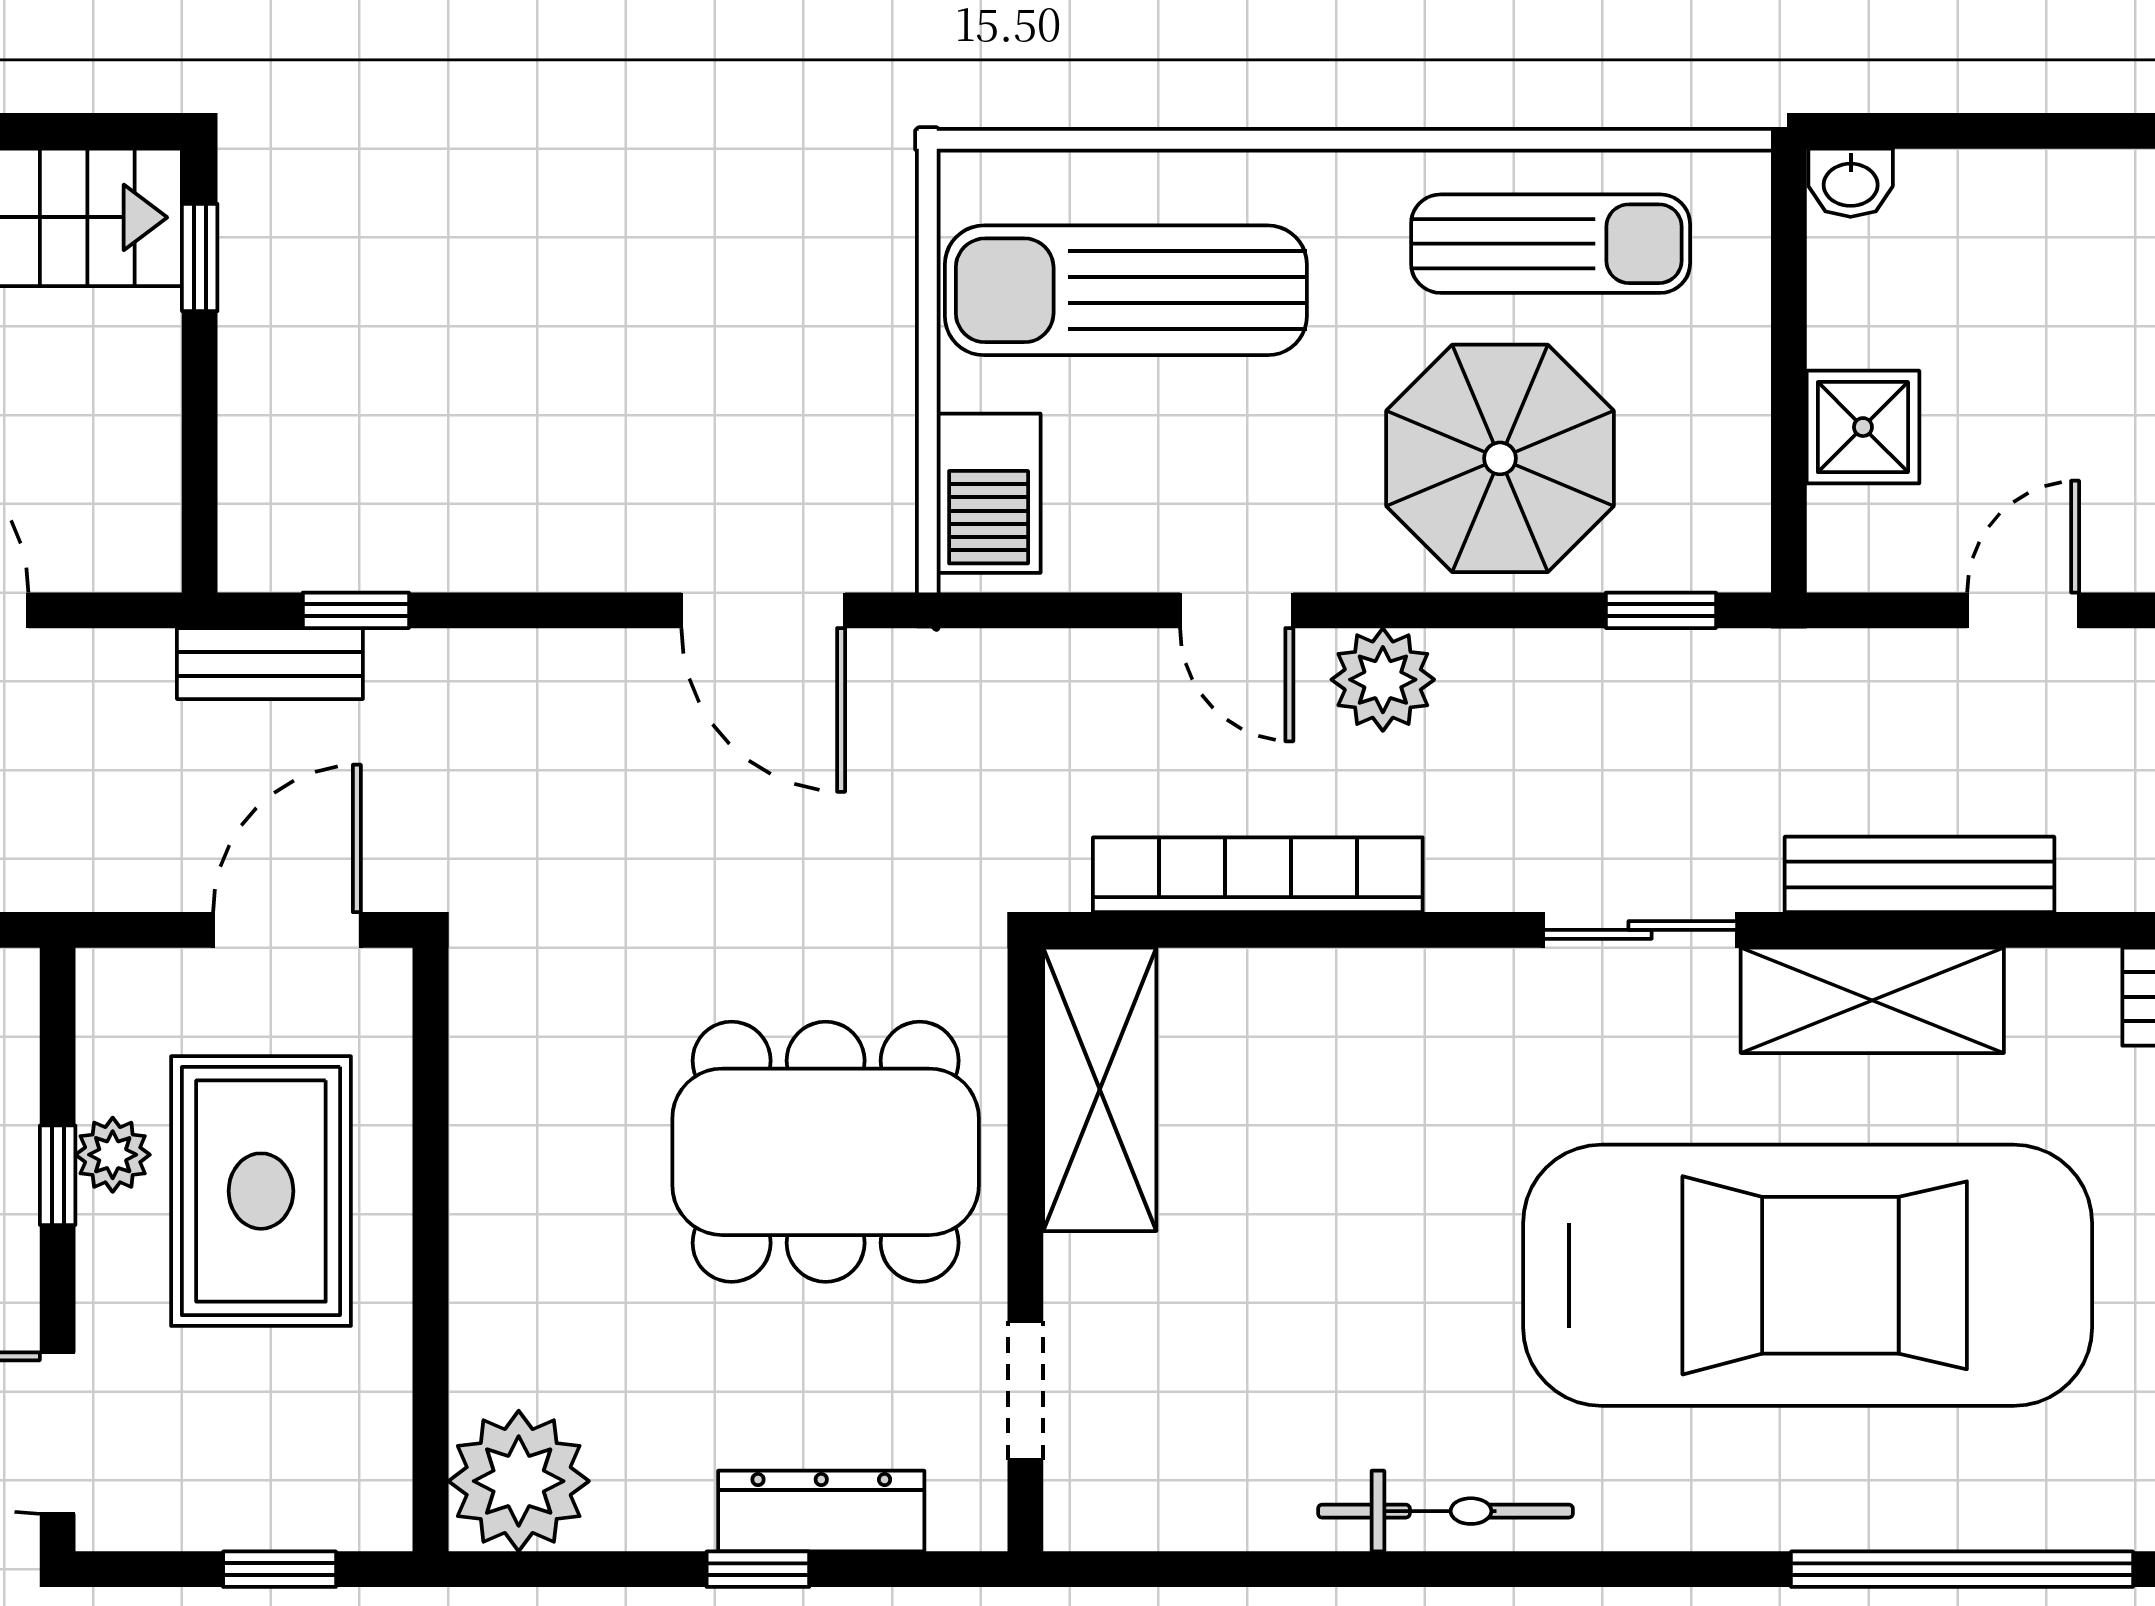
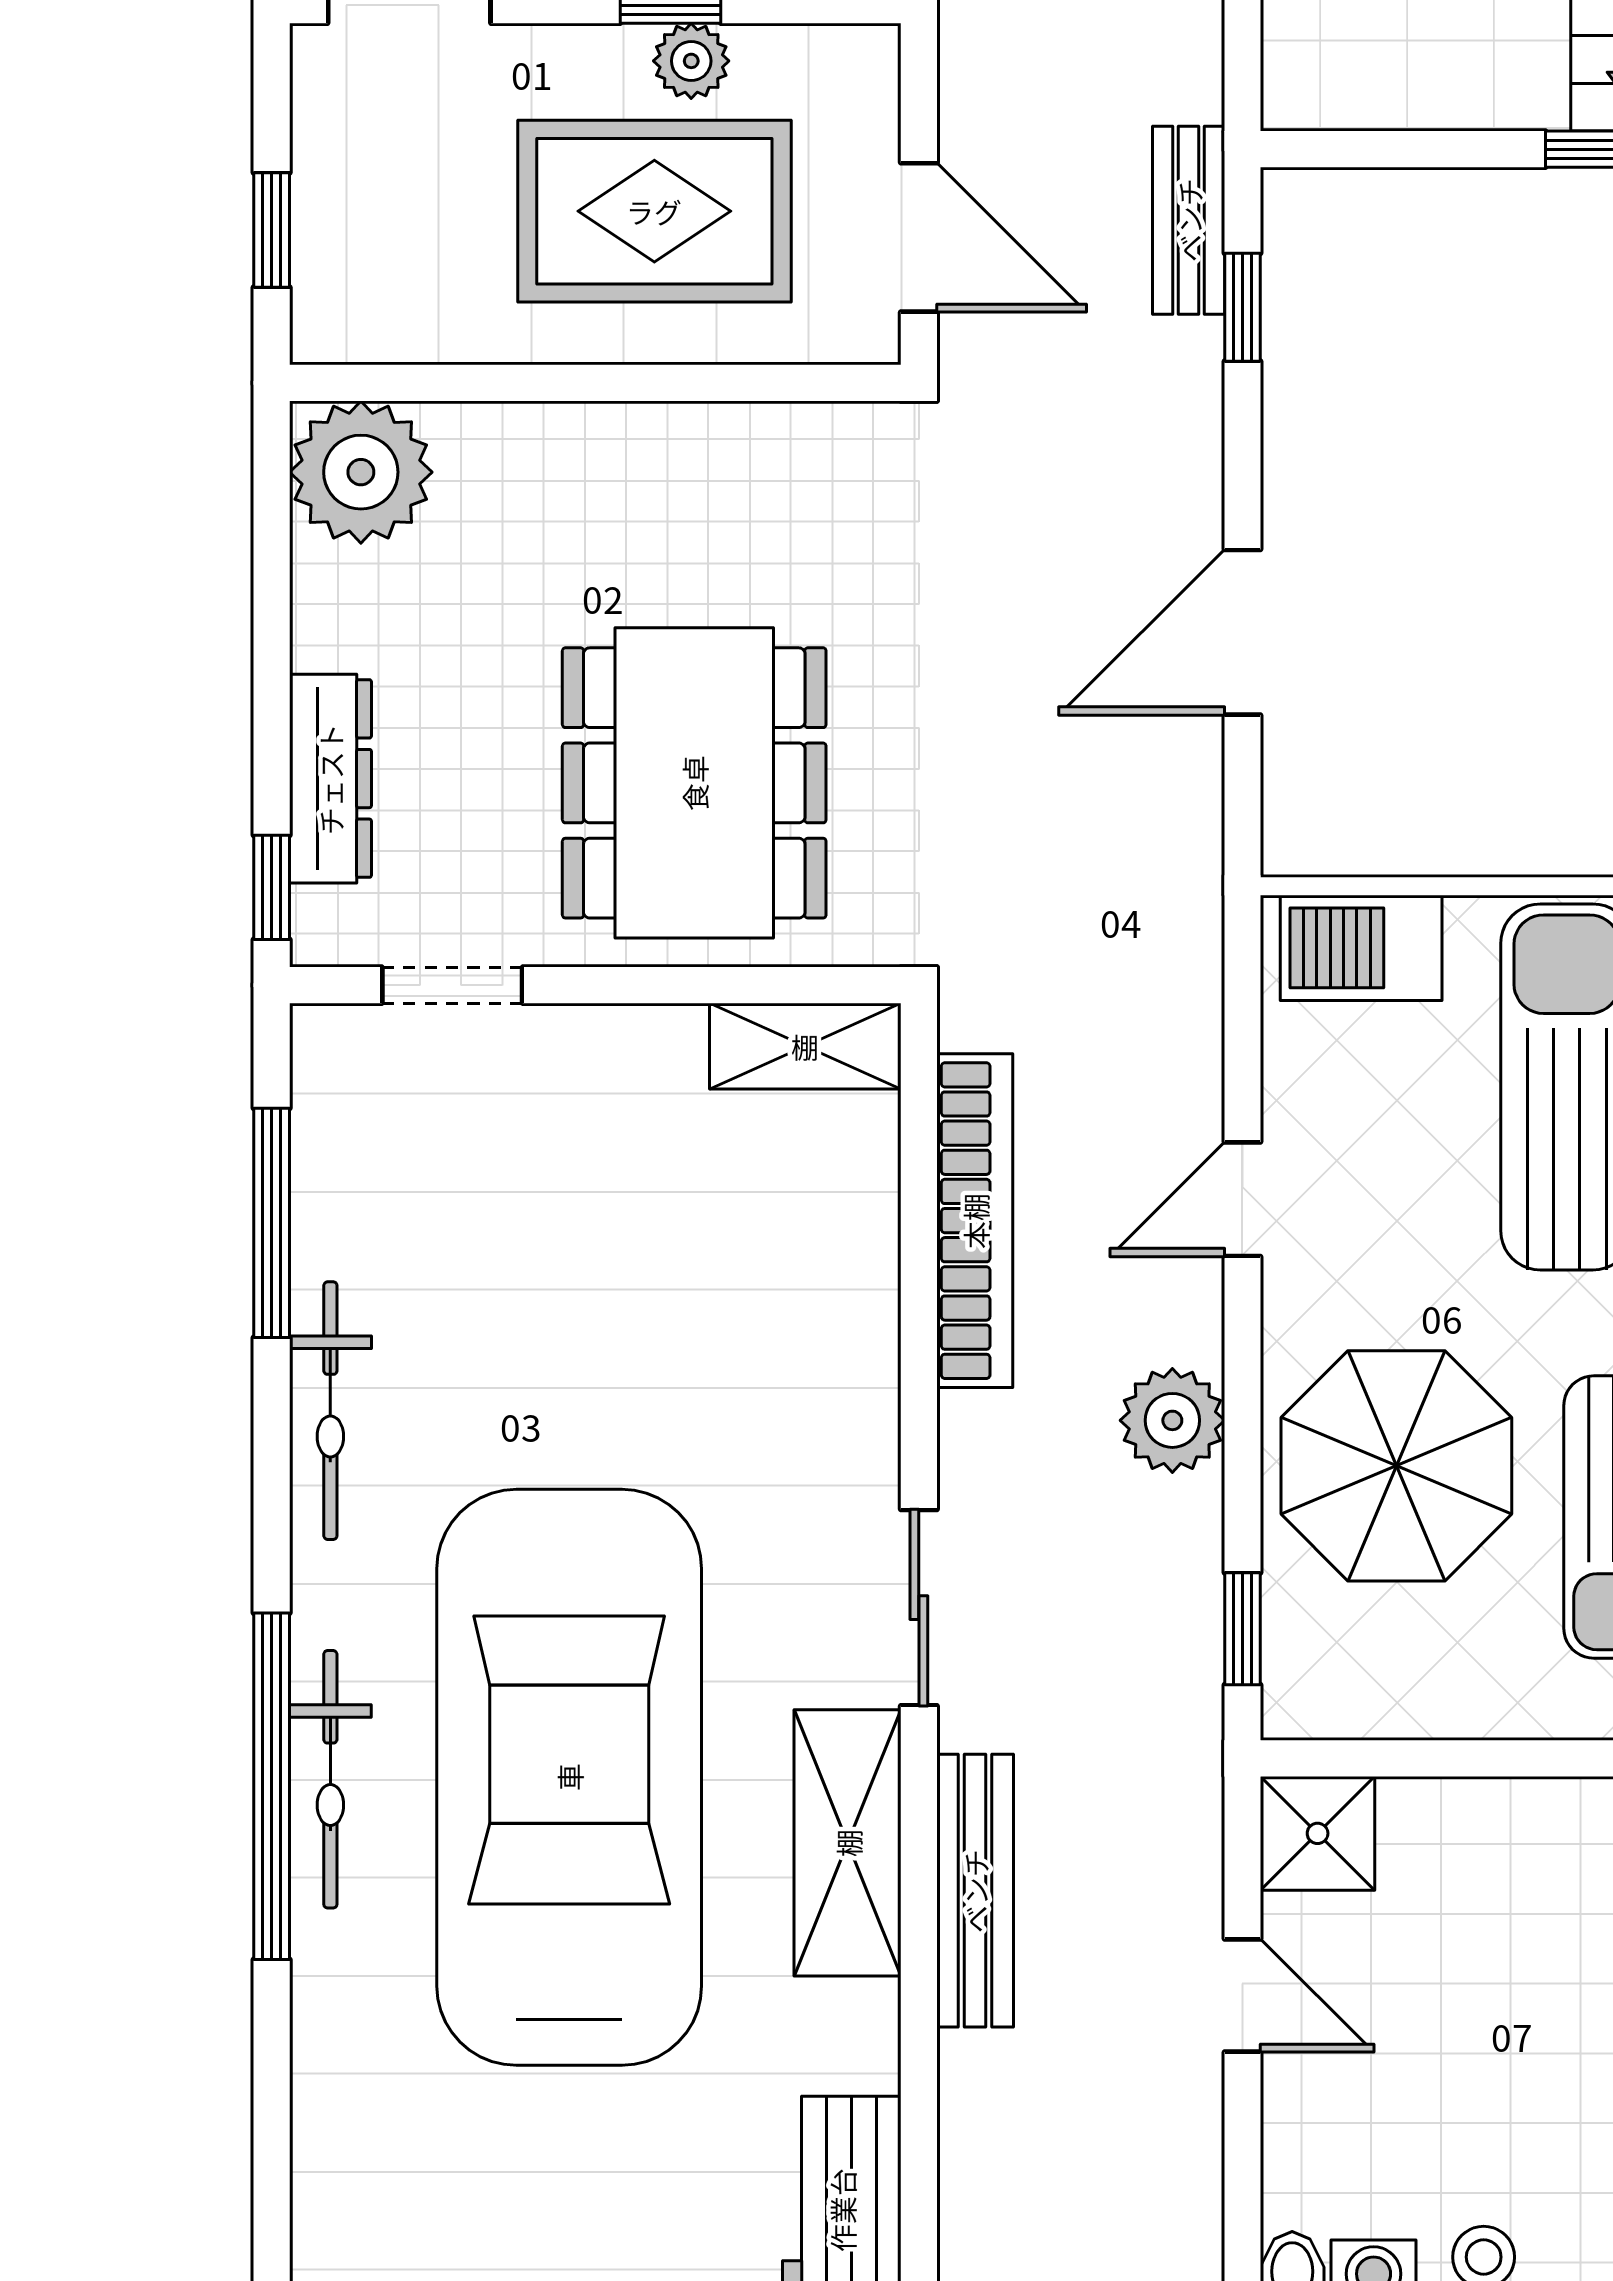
shower: (1863, 427) -> (1318, 1833), moved
door: (763, 610) -> (1242, 632), moved
plant: (1383, 680) -> (1172, 1420), moved
shelving: (1100, 1089) -> (805, 1046), width x0.67, depth x0.75
car: (1808, 1275) -> (569, 1777), turned 180
bicycle: (1810, 1511) -> (330, 1779), added
window: (758, 1569) -> (272, 887), moved
window: (1260, 1569) -> (272, 1223), added
window: (1962, 1569) -> (272, 1786), moved

